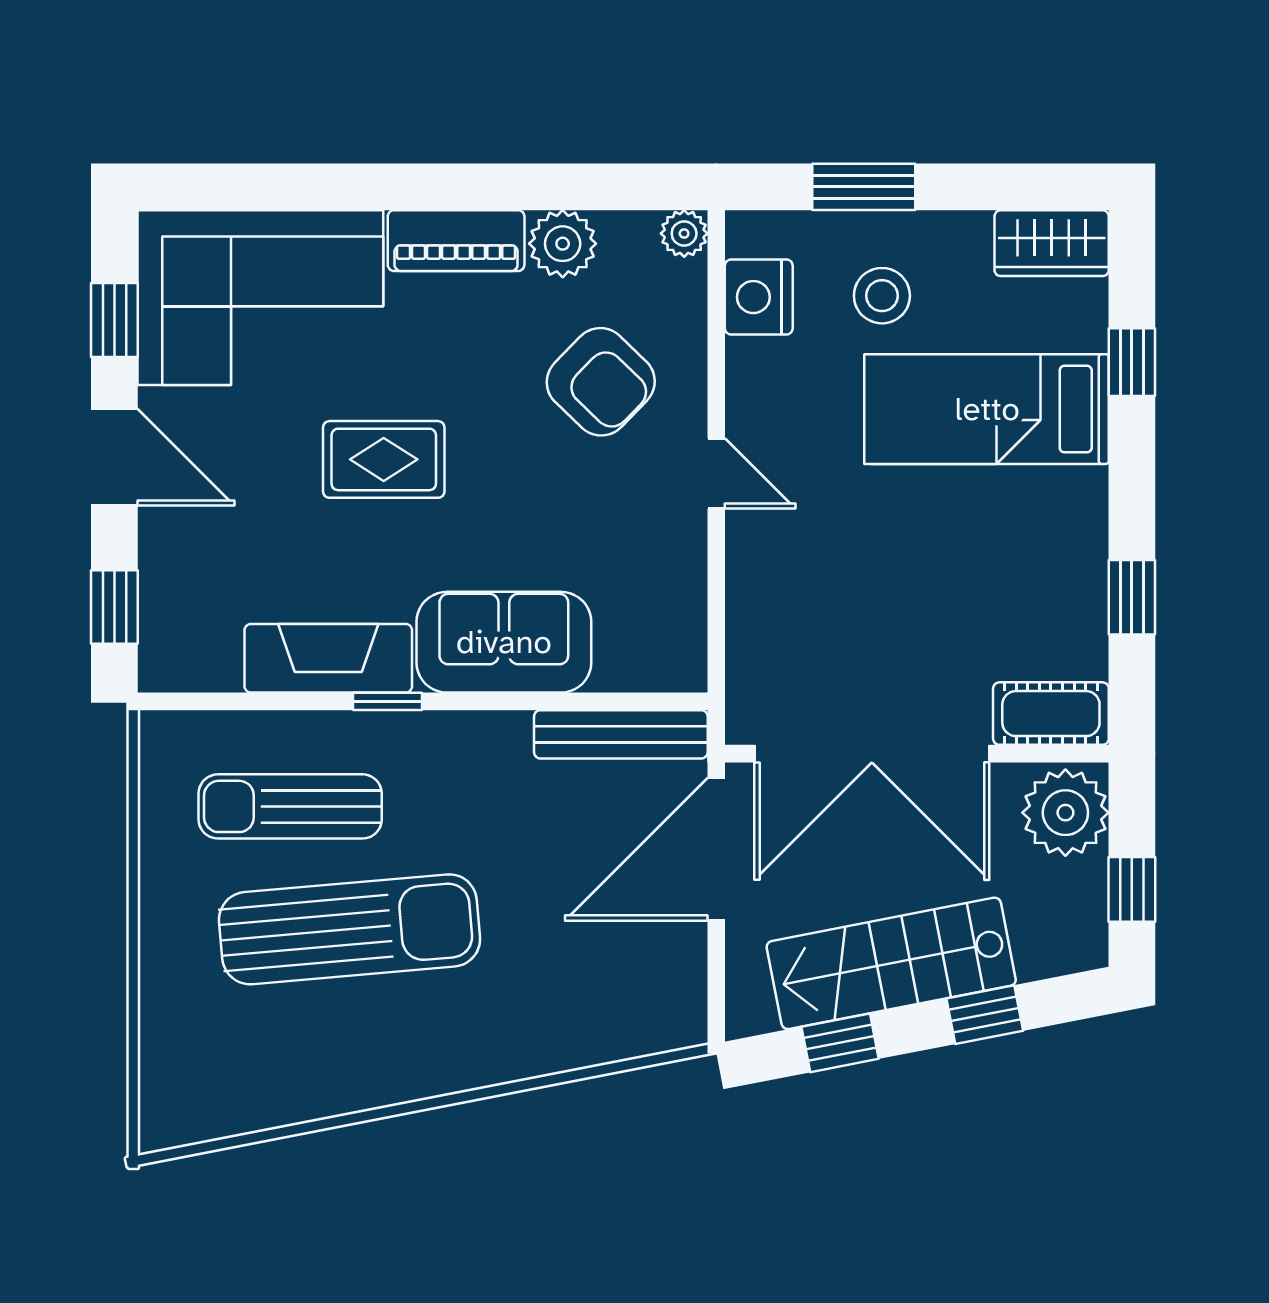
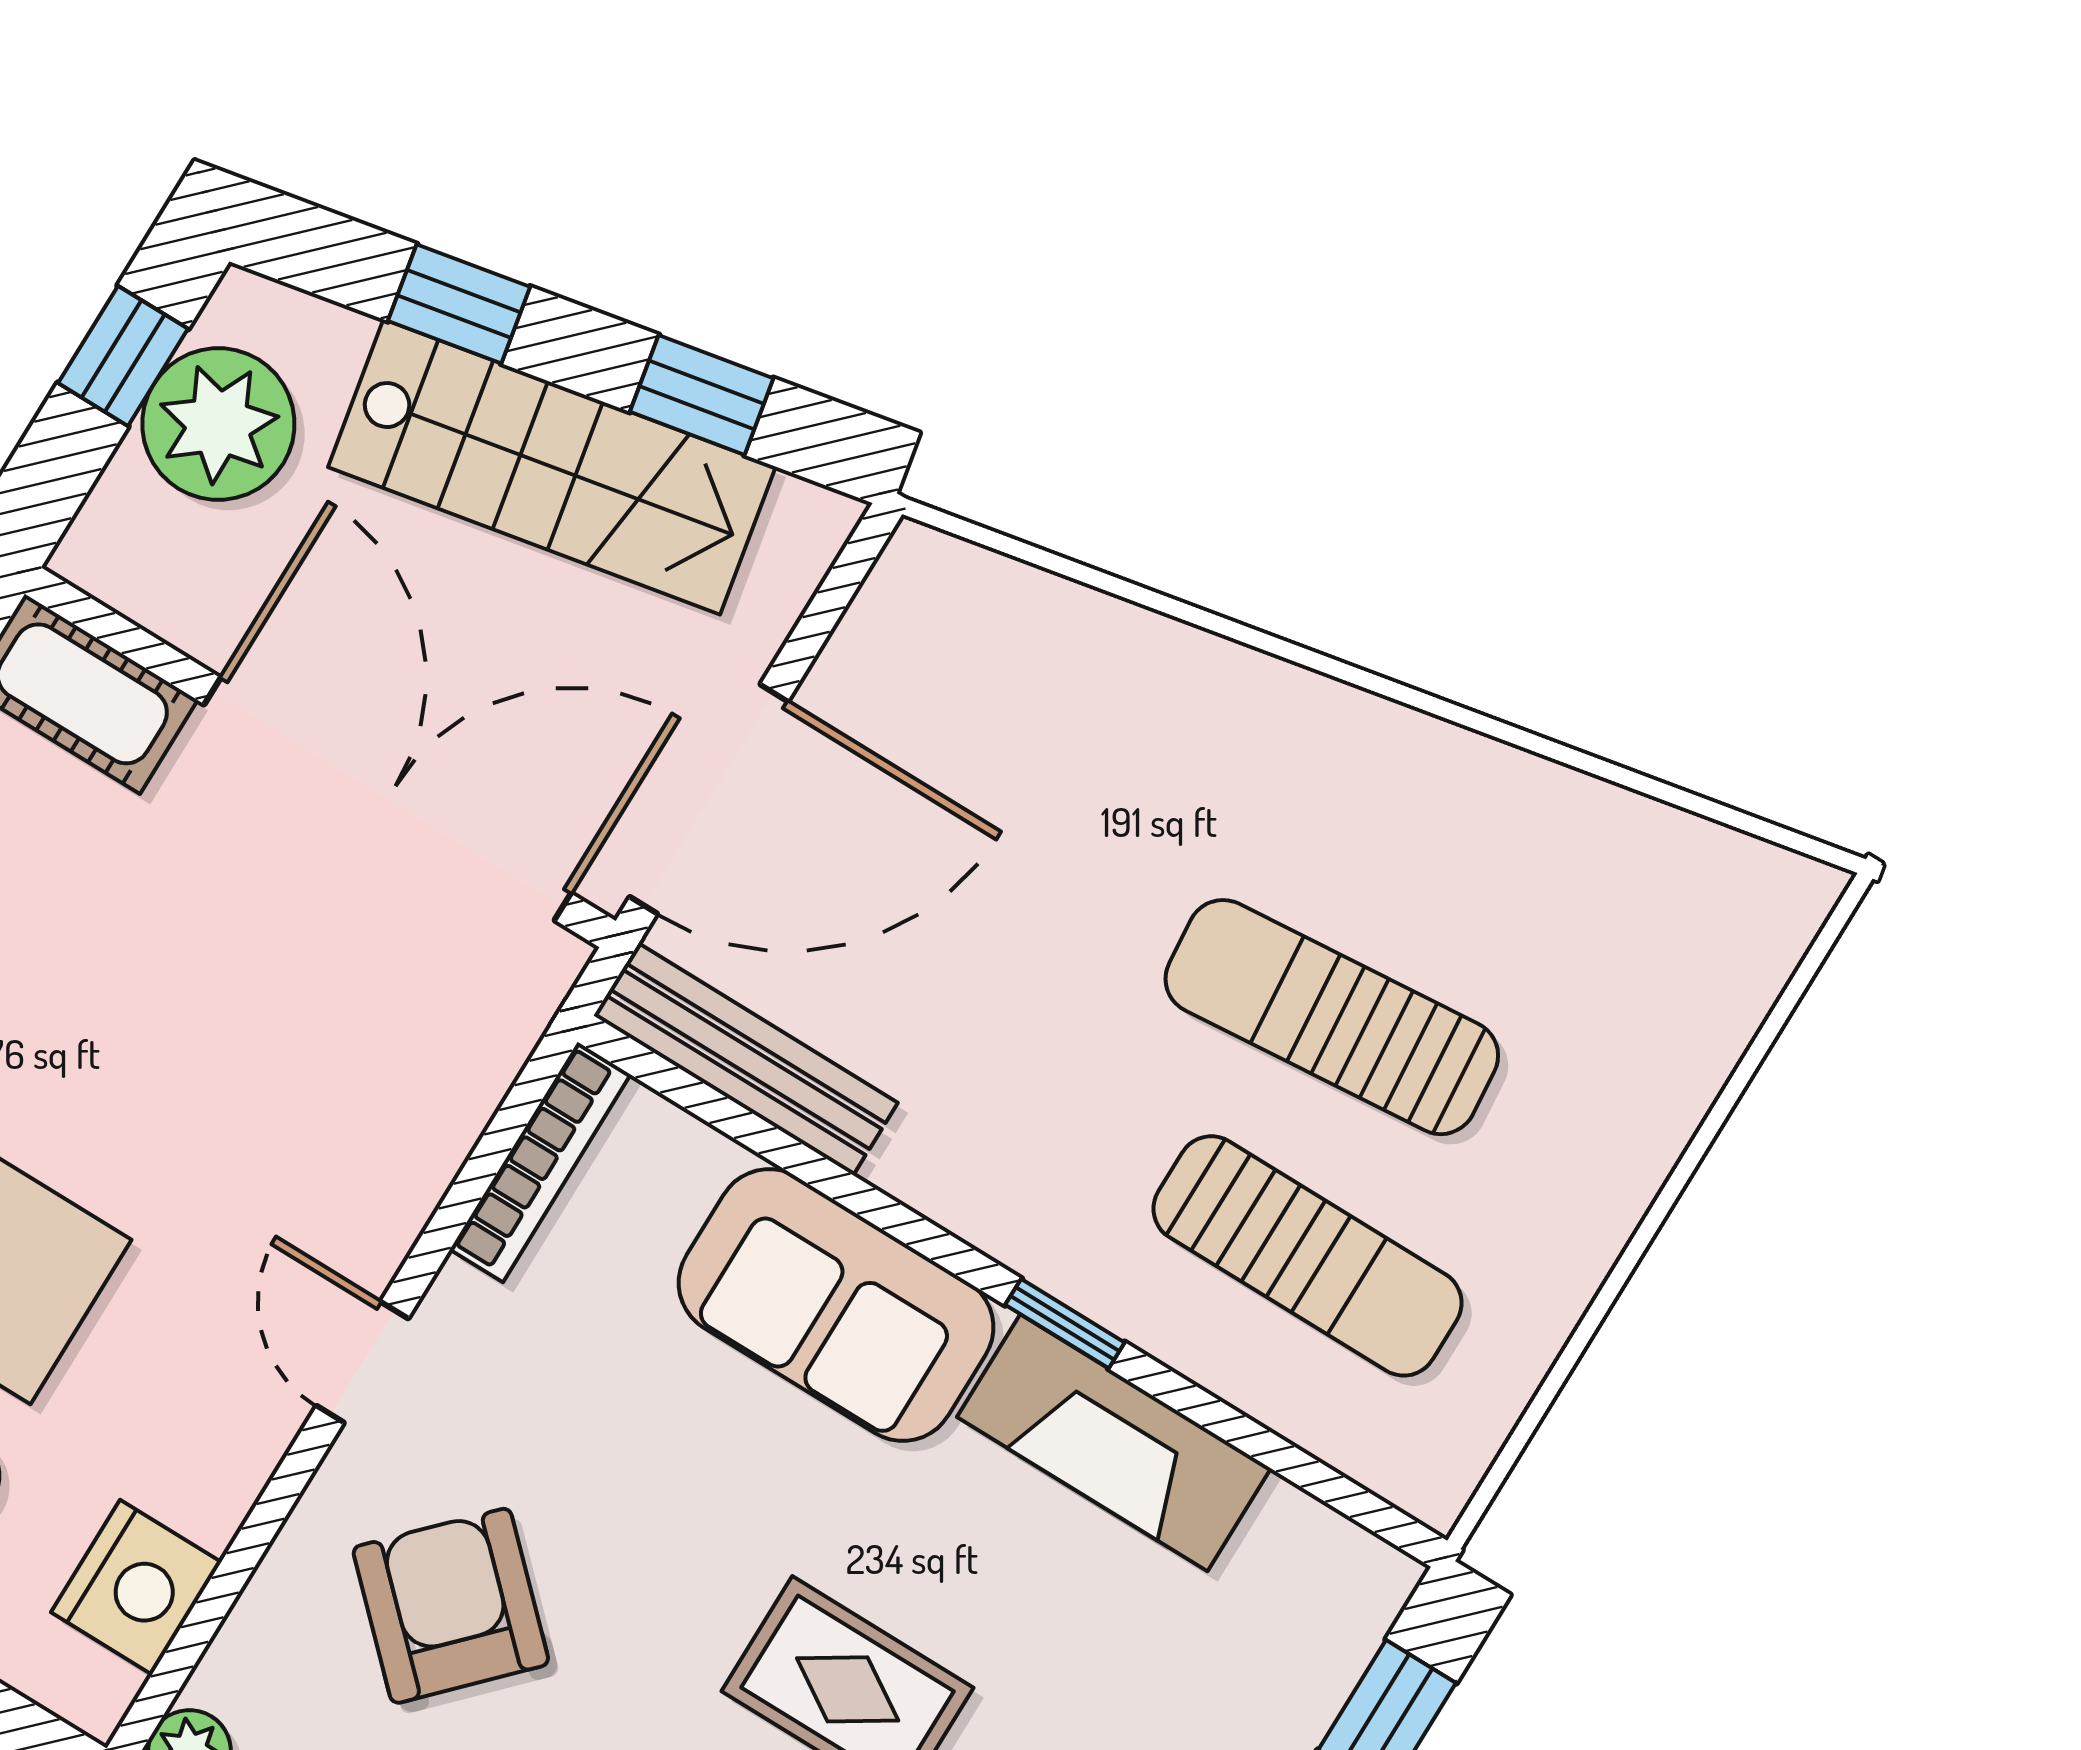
bookcase: (690, 623) -> (540, 1162), added
plant: (1065, 813) -> (218, 424), moved
sun lounger: (350, 929) -> (1332, 1017), width x0.73, depth x0.75

